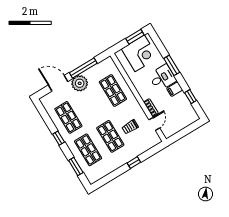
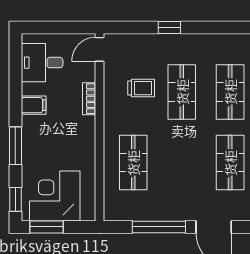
desk: (162, 78) -> (42, 63), moved
plant: (80, 83) -> (179, 206), removed
window: (191, 97) -> (15, 199), moved
door: (154, 124) -> (100, 49), moved

